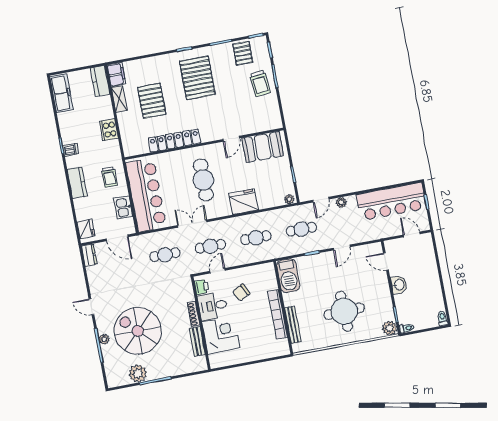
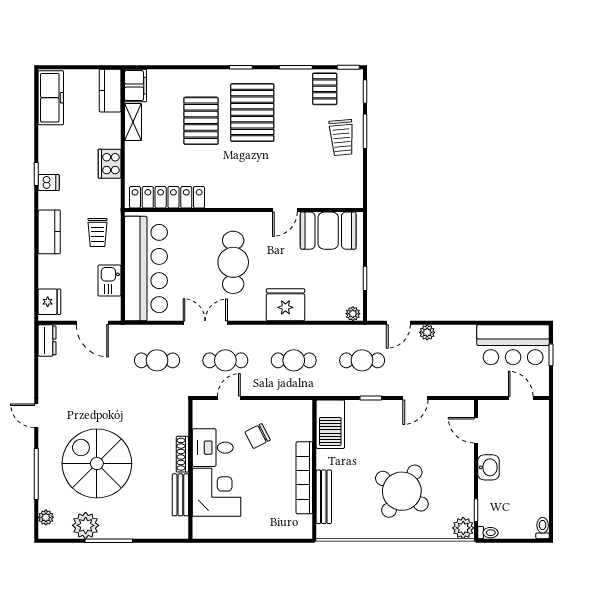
pallet: (152, 101) -> (201, 121), moved
locker: (174, 141) -> (167, 197), moved
bar counter: (391, 202) -> (513, 345), width x0.73
printer: (202, 287) -> (202, 417), removed
round table: (344, 311) -> (402, 491), turned 36
plant: (104, 339) -> (46, 517), moved

